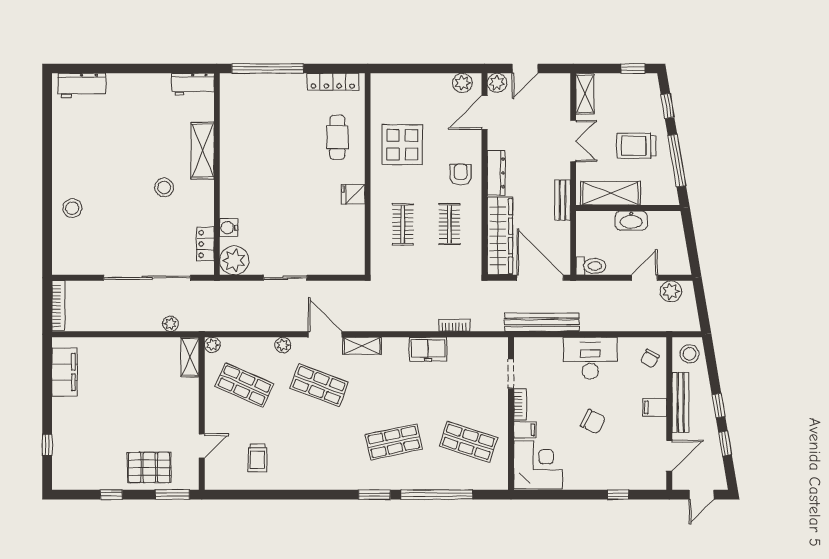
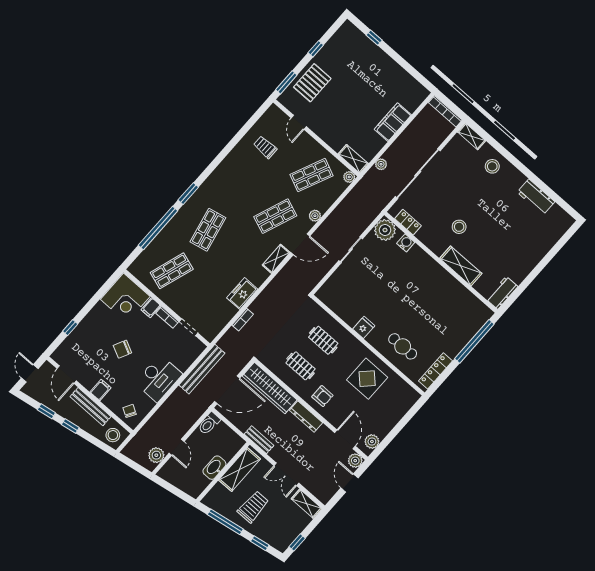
workbench: (82, 86) -> (536, 197), moved, turned -90
shelving: (60, 256) -> (472, 136), added
filing cabinet: (64, 372) -> (393, 122), moved, turned 90

